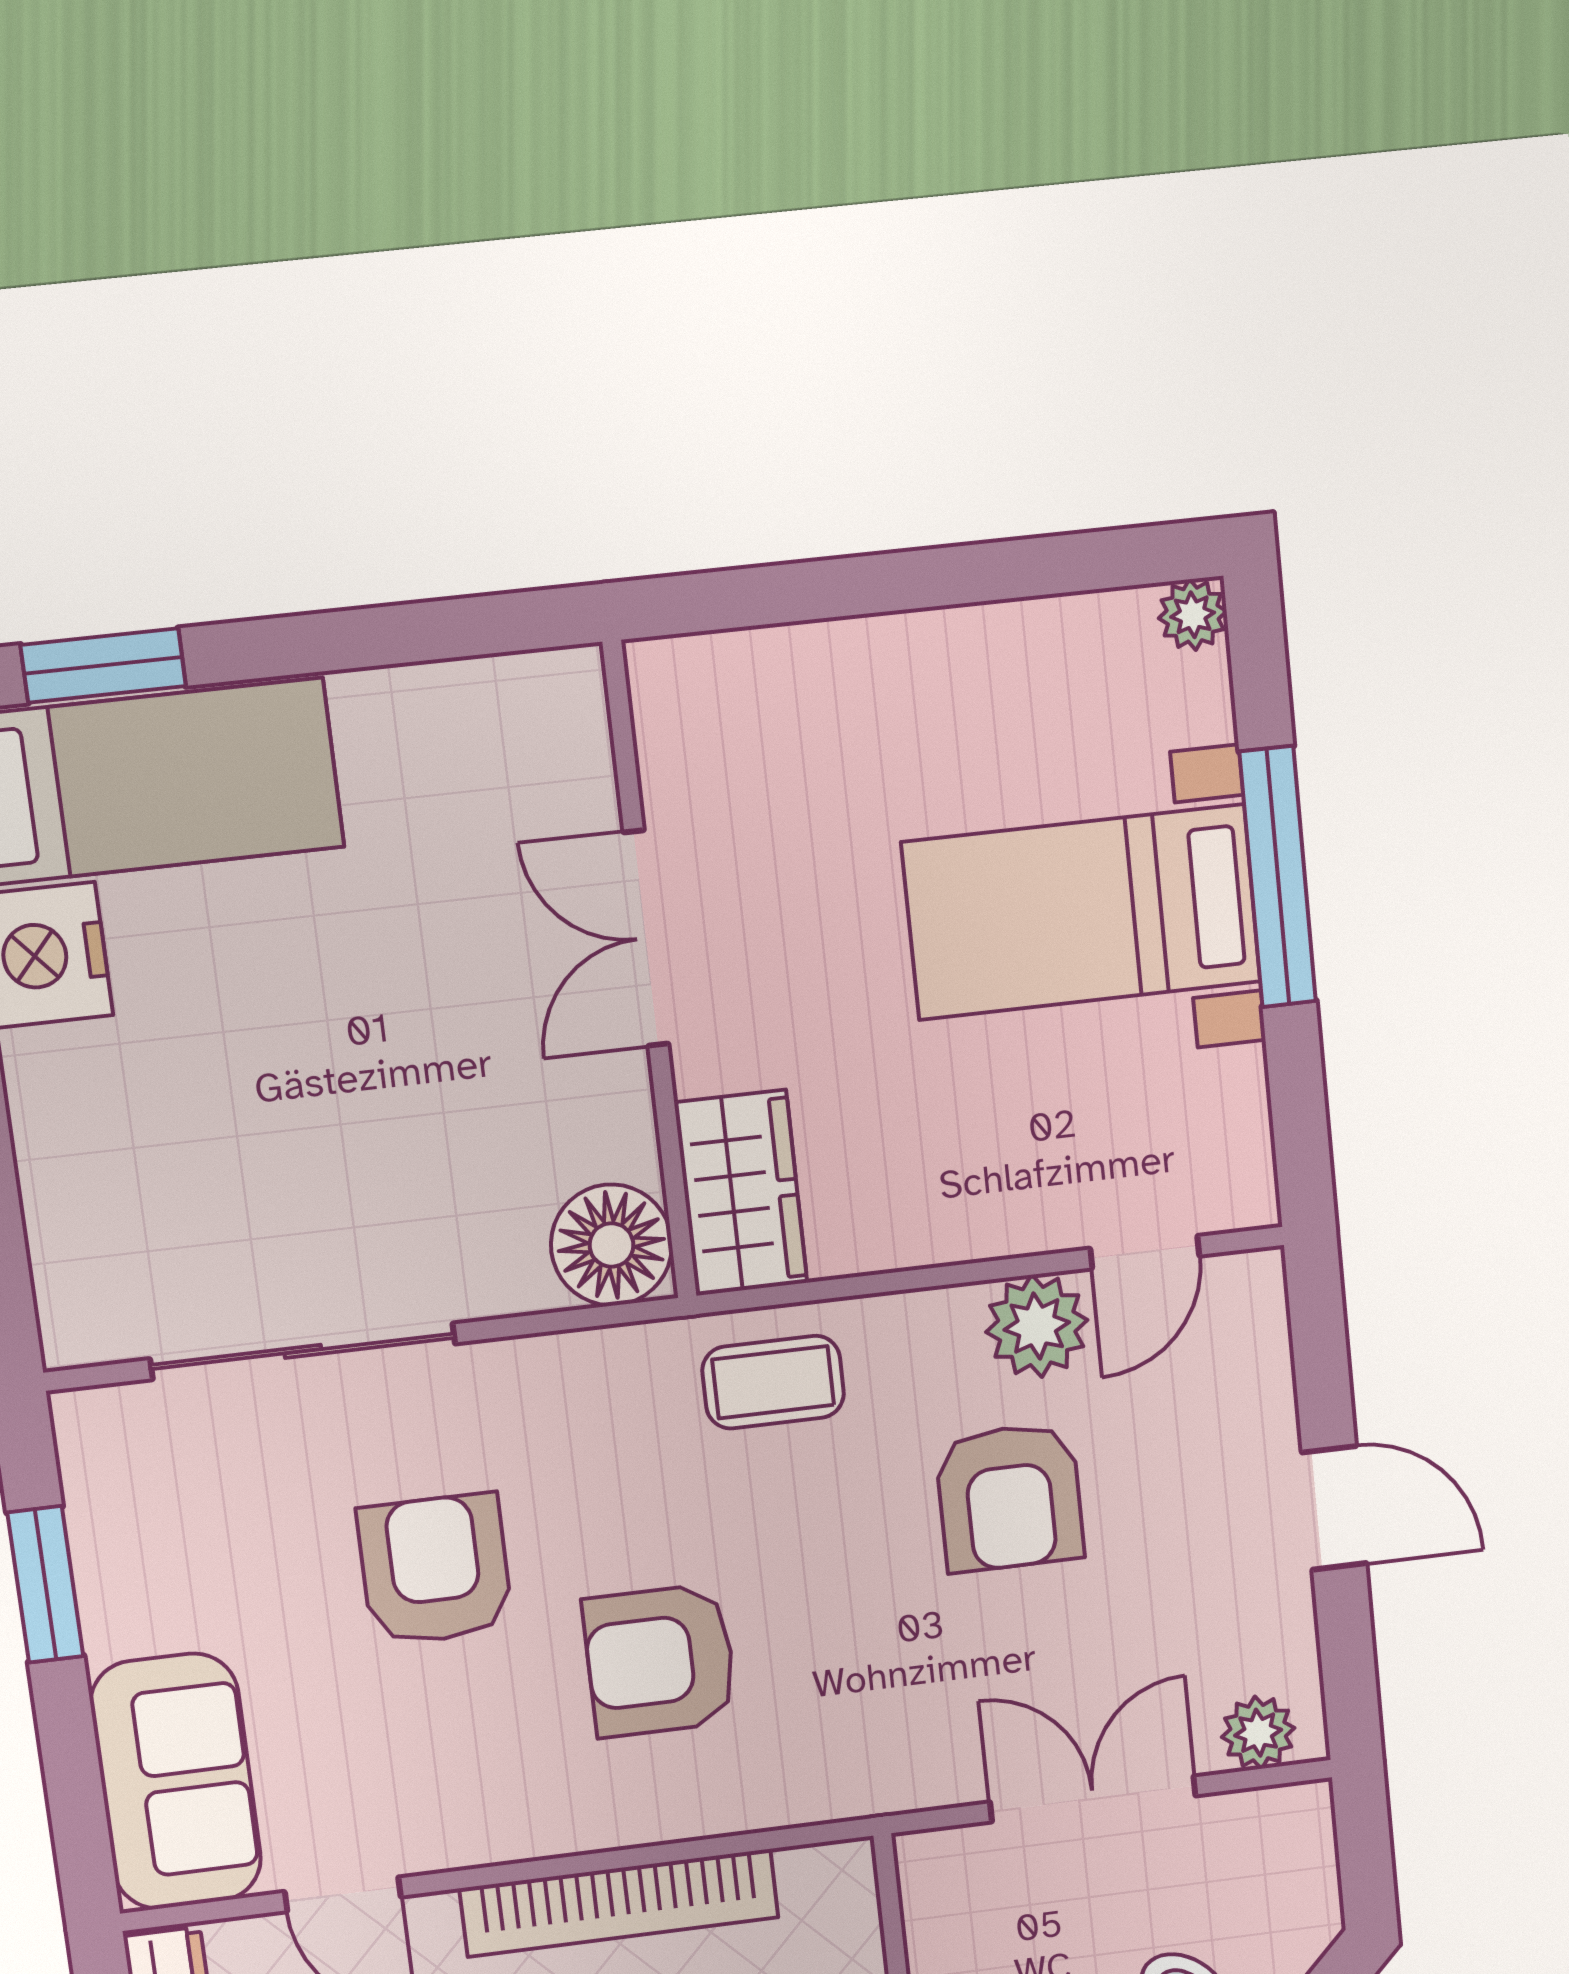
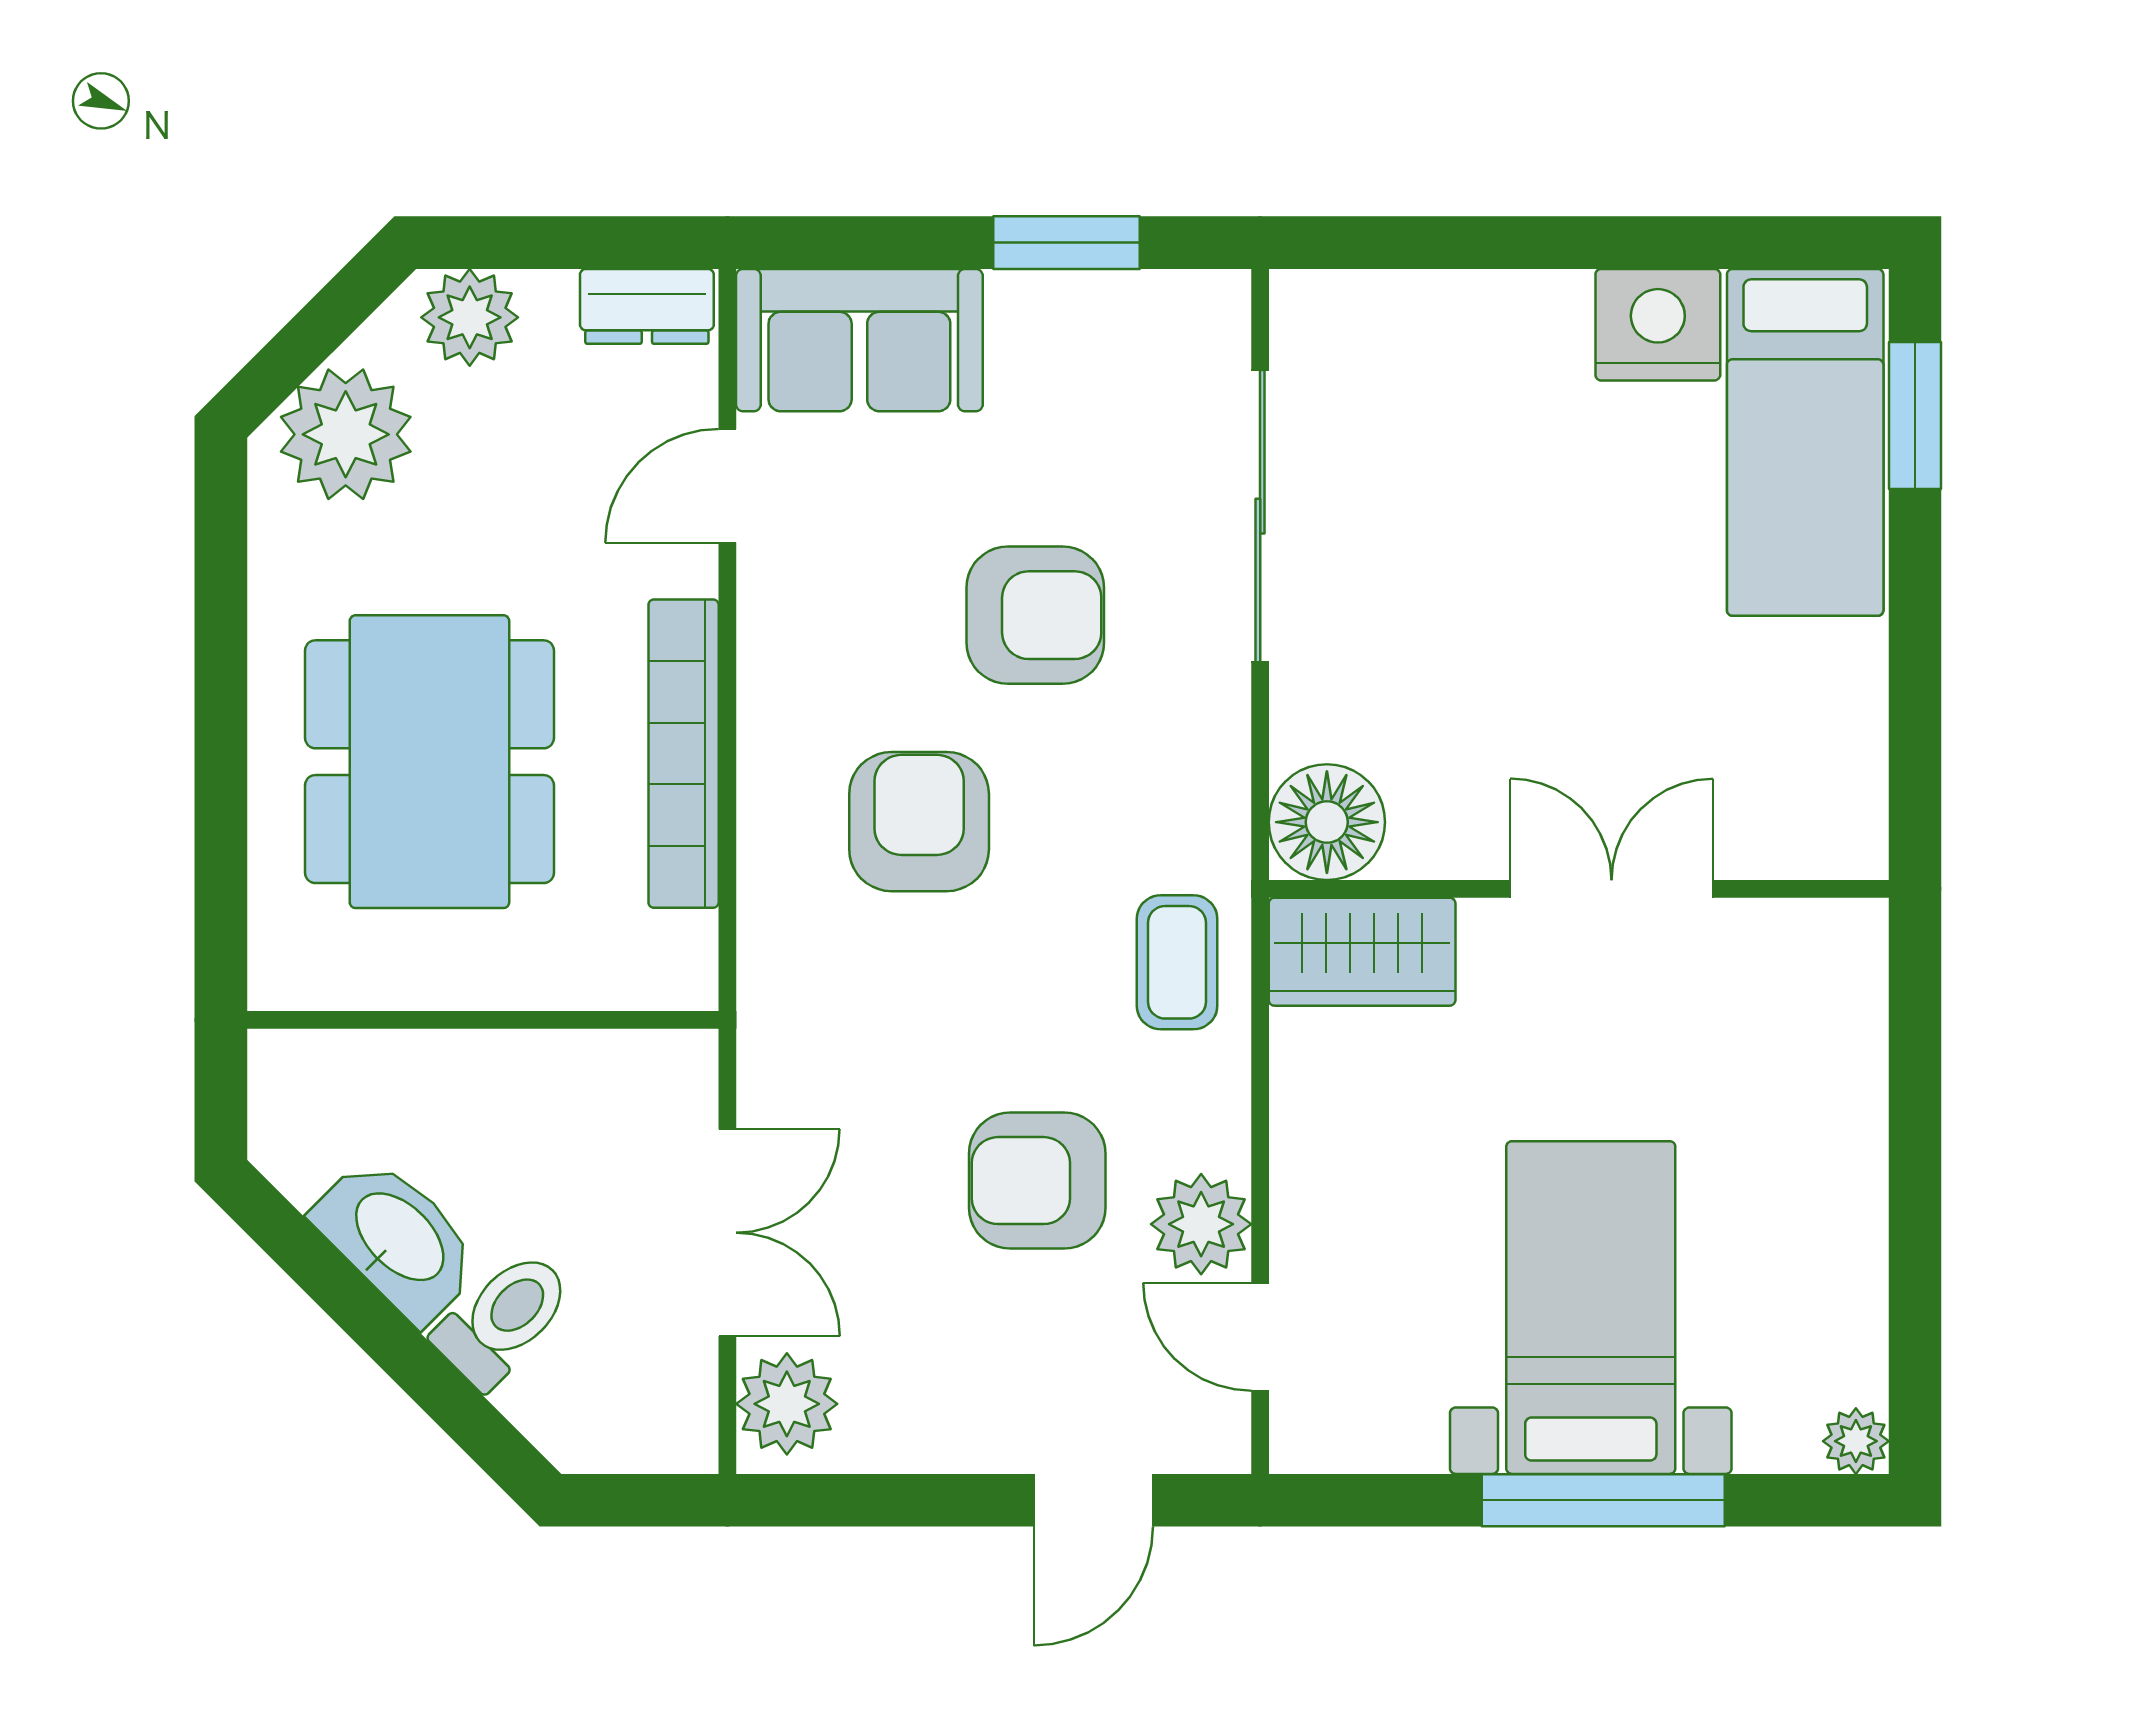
door: (1334, 1508) -> (1093, 1500), moved
plant: (1258, 1733) -> (787, 1404), width x1.38, depth x1.38

